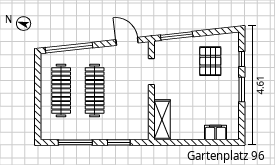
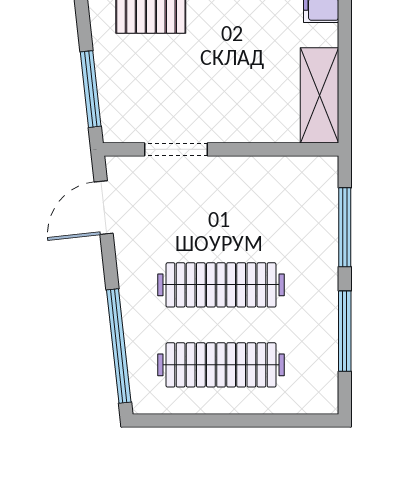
shelving: (162, 120) -> (319, 95), moved, turned 90
window: (119, 142) -> (345, 227), width x1.44

